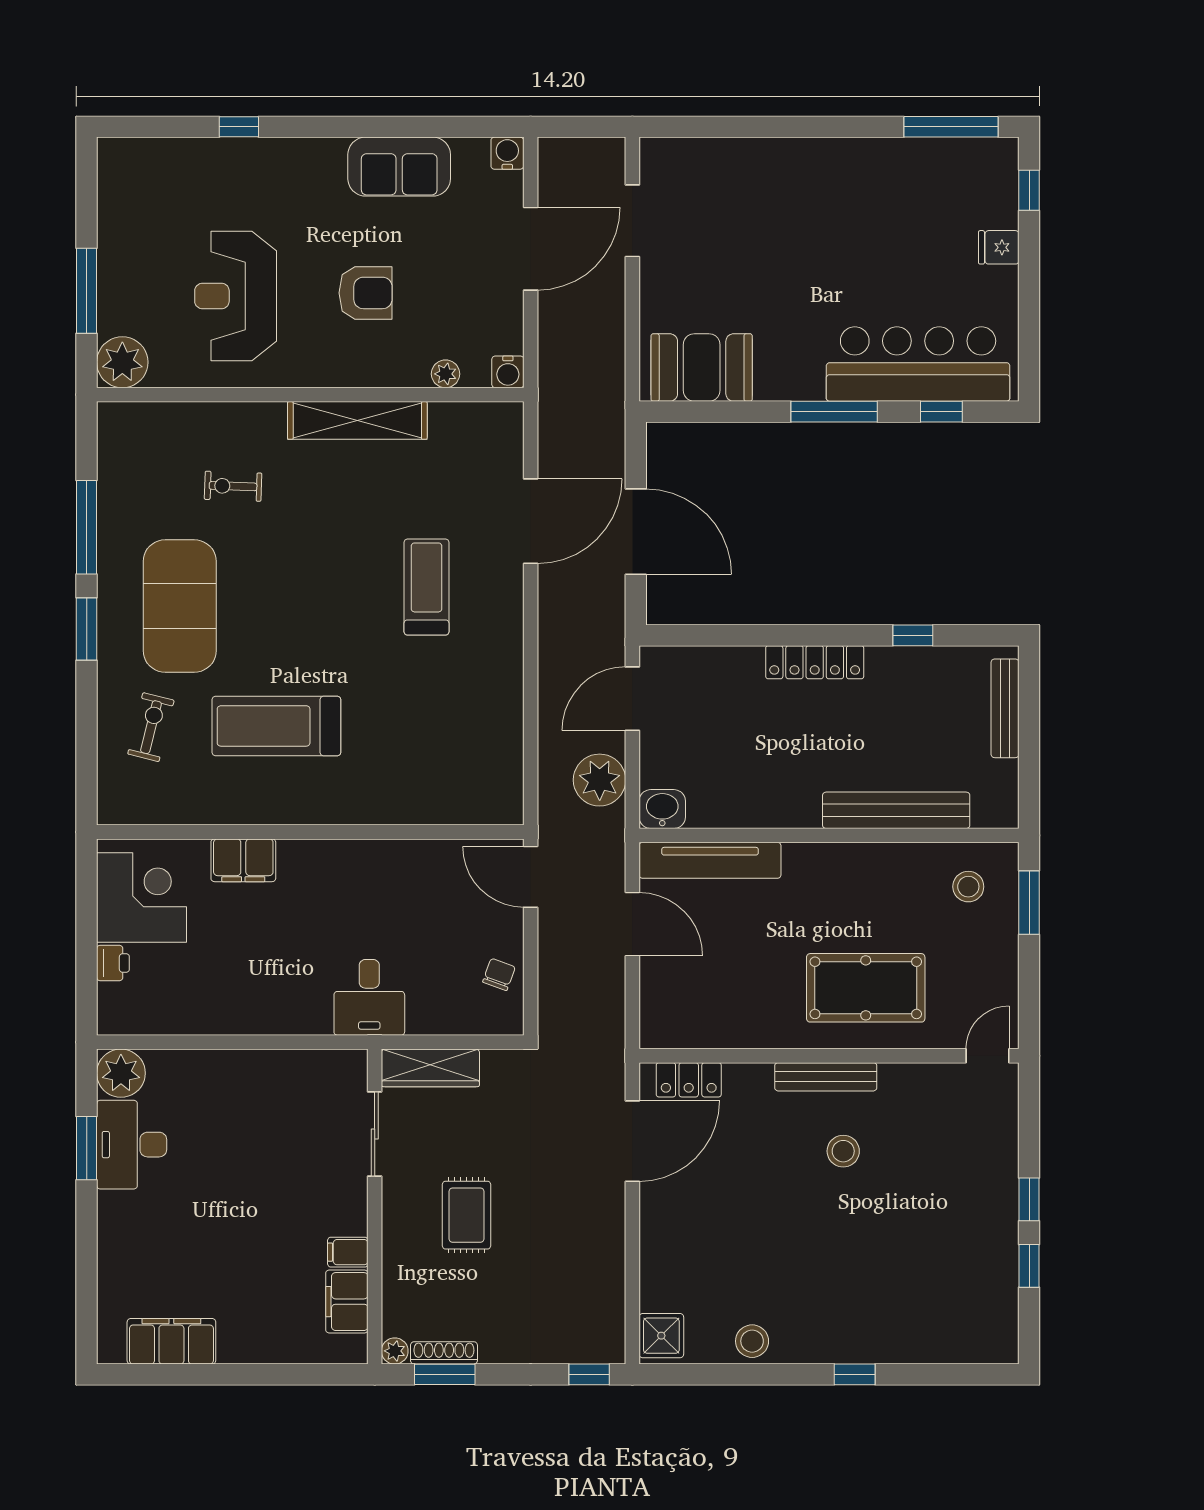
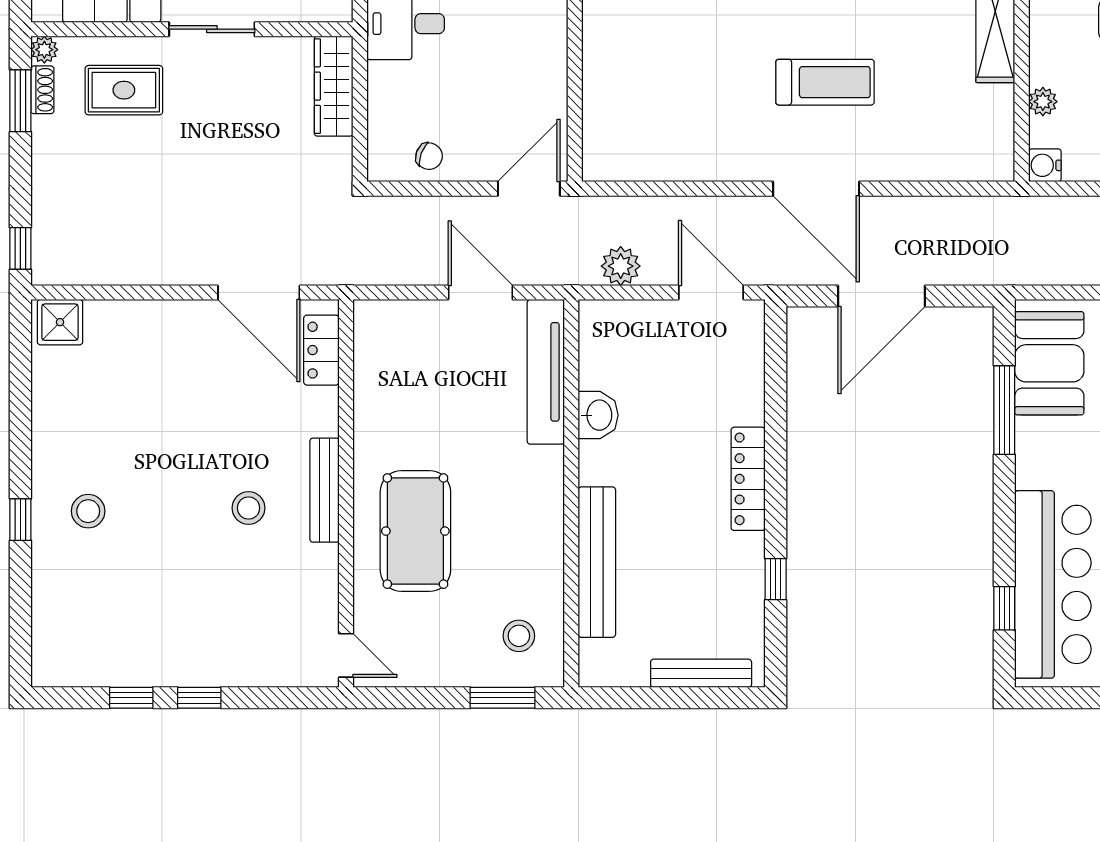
window: (834, 412) -> (1004, 410), moved
door: (531, 521) -> (816, 189), moved
plant: (600, 780) -> (621, 266), width x0.73, depth x0.73
washbasin: (662, 809) -> (598, 415), moved
door: (632, 924) -> (481, 293), swing flipped
sliding door: (375, 1134) -> (212, 29), moved
rug: (467, 1215) -> (124, 90), moved
stool: (752, 1341) -> (88, 511), moved
shoe rack: (444, 1353) -> (42, 90), width x0.70

